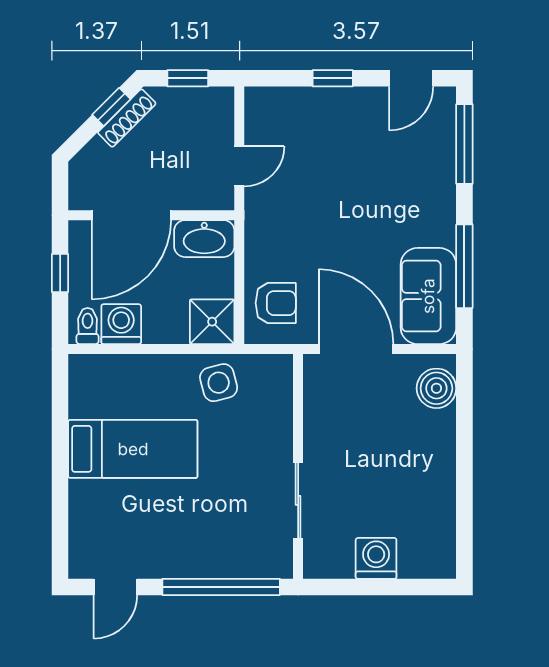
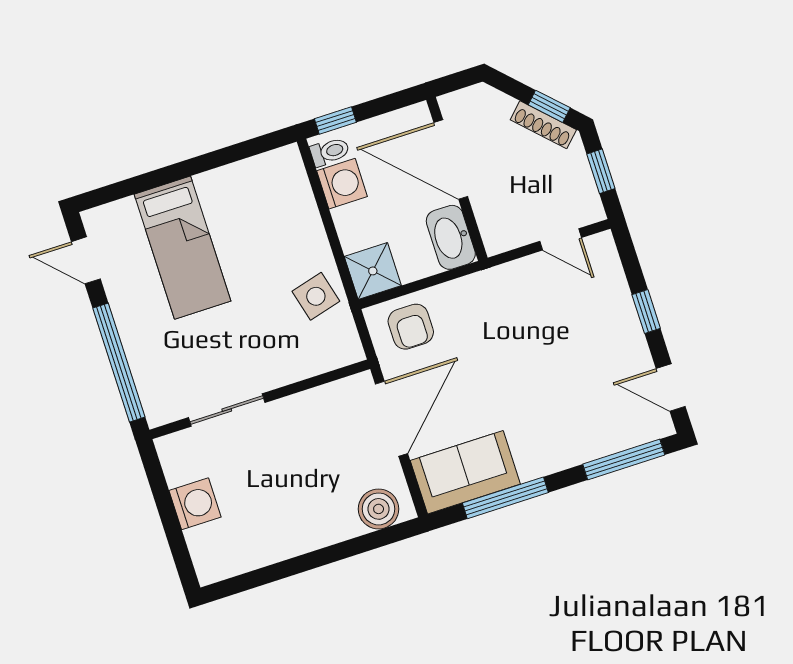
door: (239, 166) -> (561, 239), moved
window: (60, 273) -> (335, 120), moved
bed: (133, 449) -> (183, 248), moved

